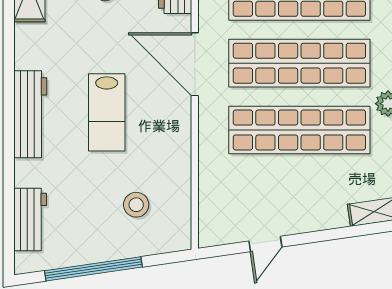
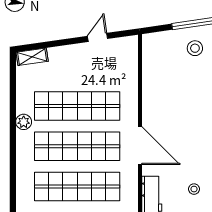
lab bench: (107, 112) -> (193, 117), removed
stool: (136, 205) -> (195, 48), moved

